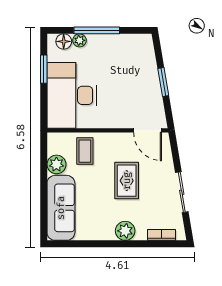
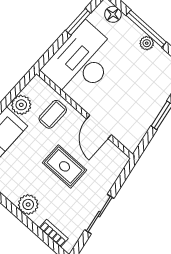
plant: (80, 40) -> (147, 43), moved
door: (148, 130) -> (99, 127), moved
rug: (127, 181) -> (65, 166), turned 90

